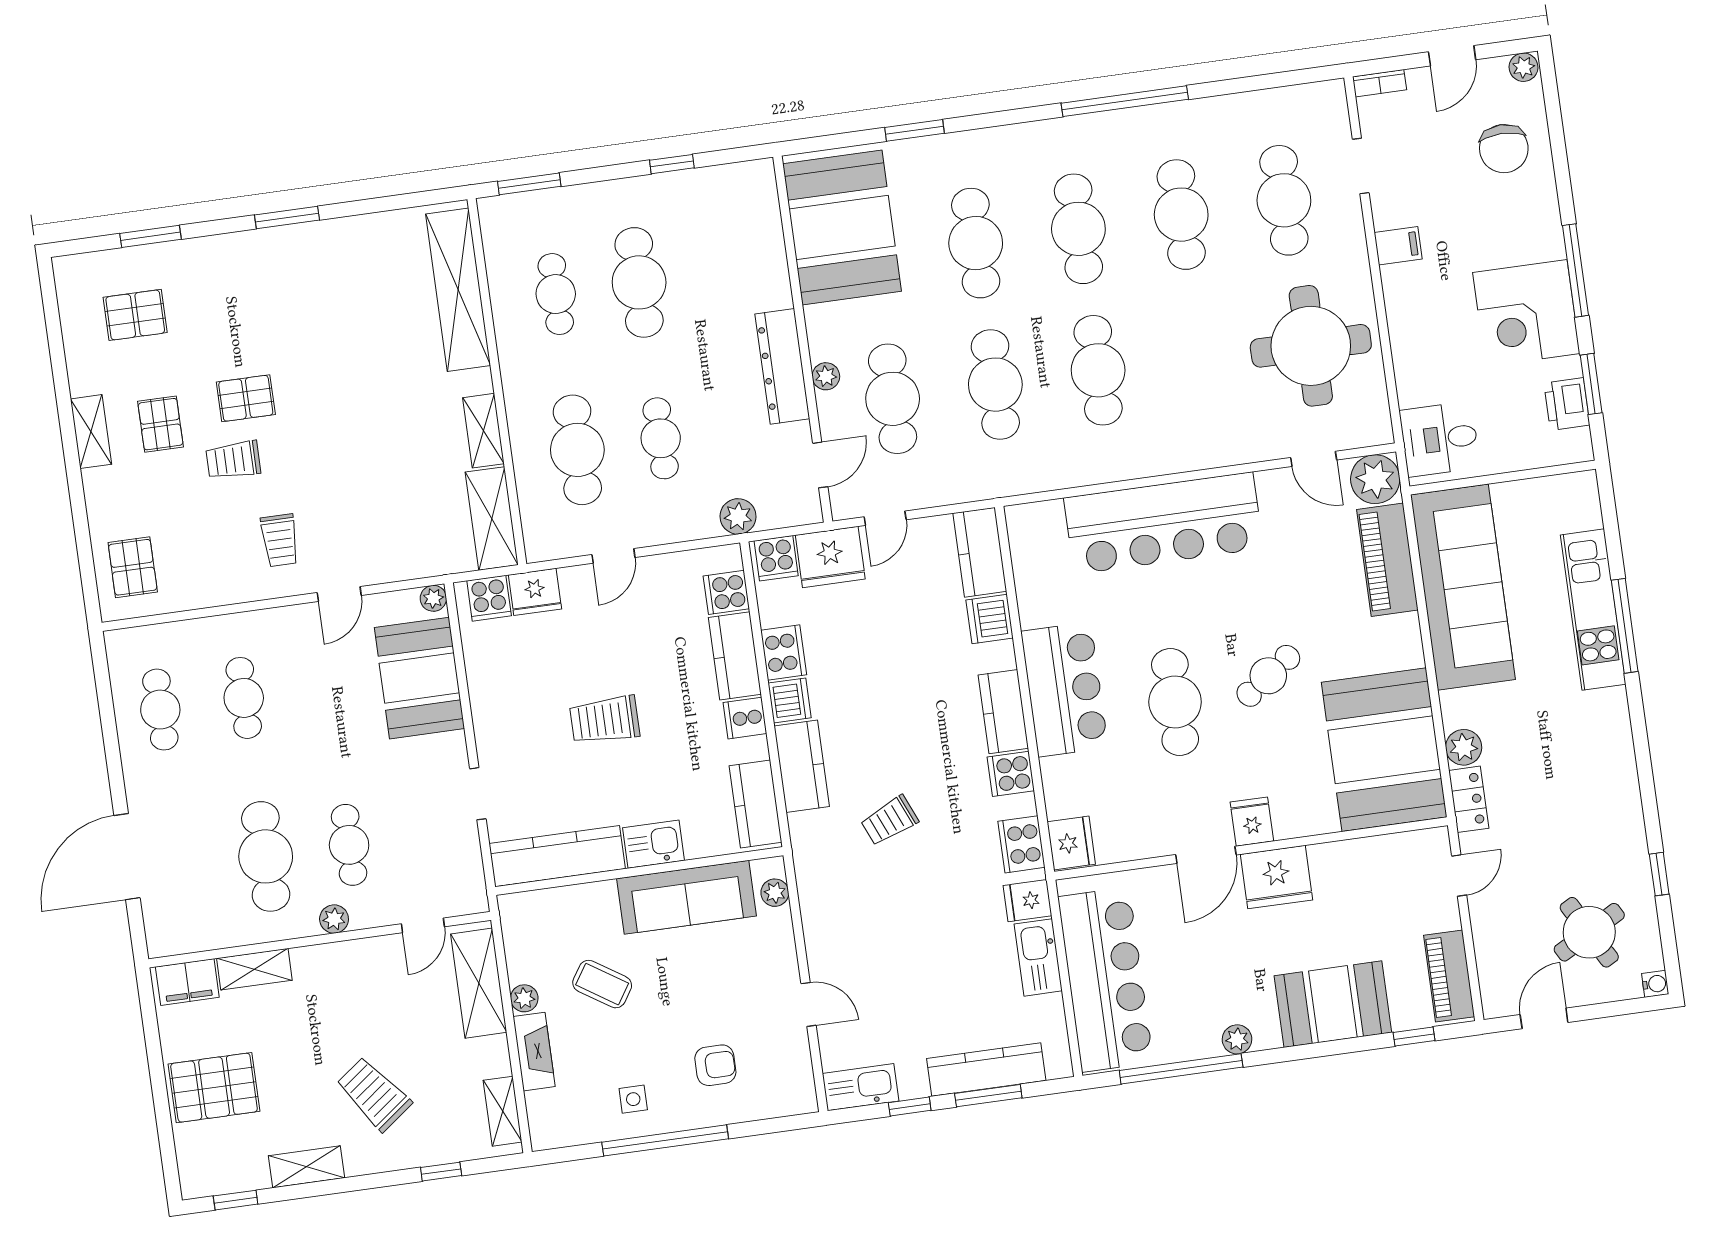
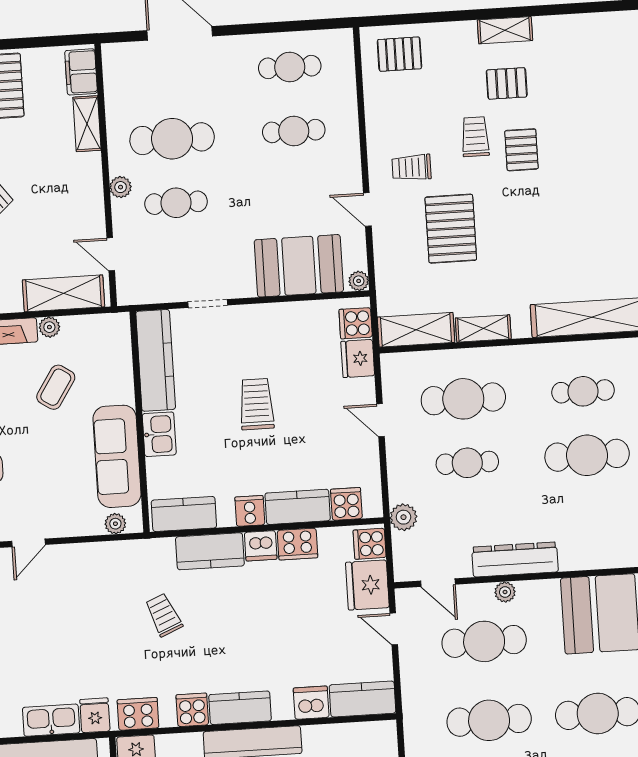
pallet: (135, 315) -> (451, 229), moved, width x1.50, depth x1.42

